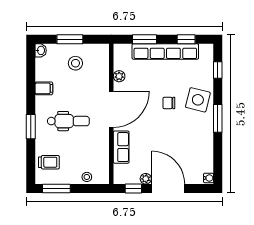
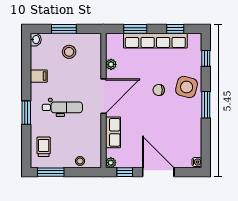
trolley: (49, 162) -> (44, 147), turned -90
plant: (146, 179) -> (111, 163), moved

